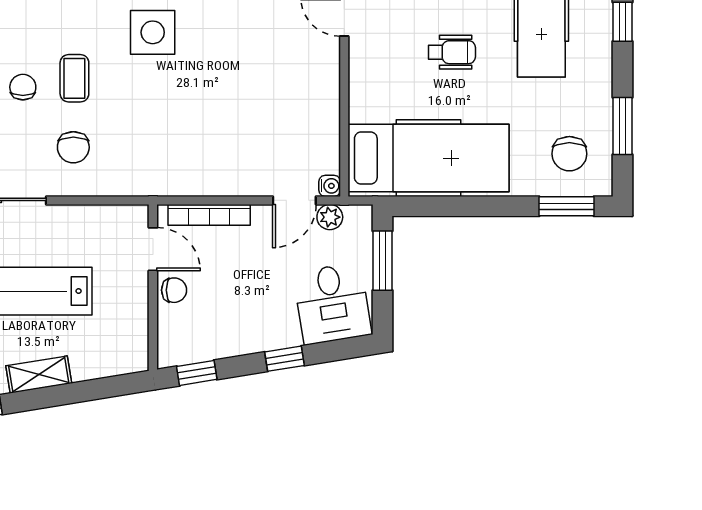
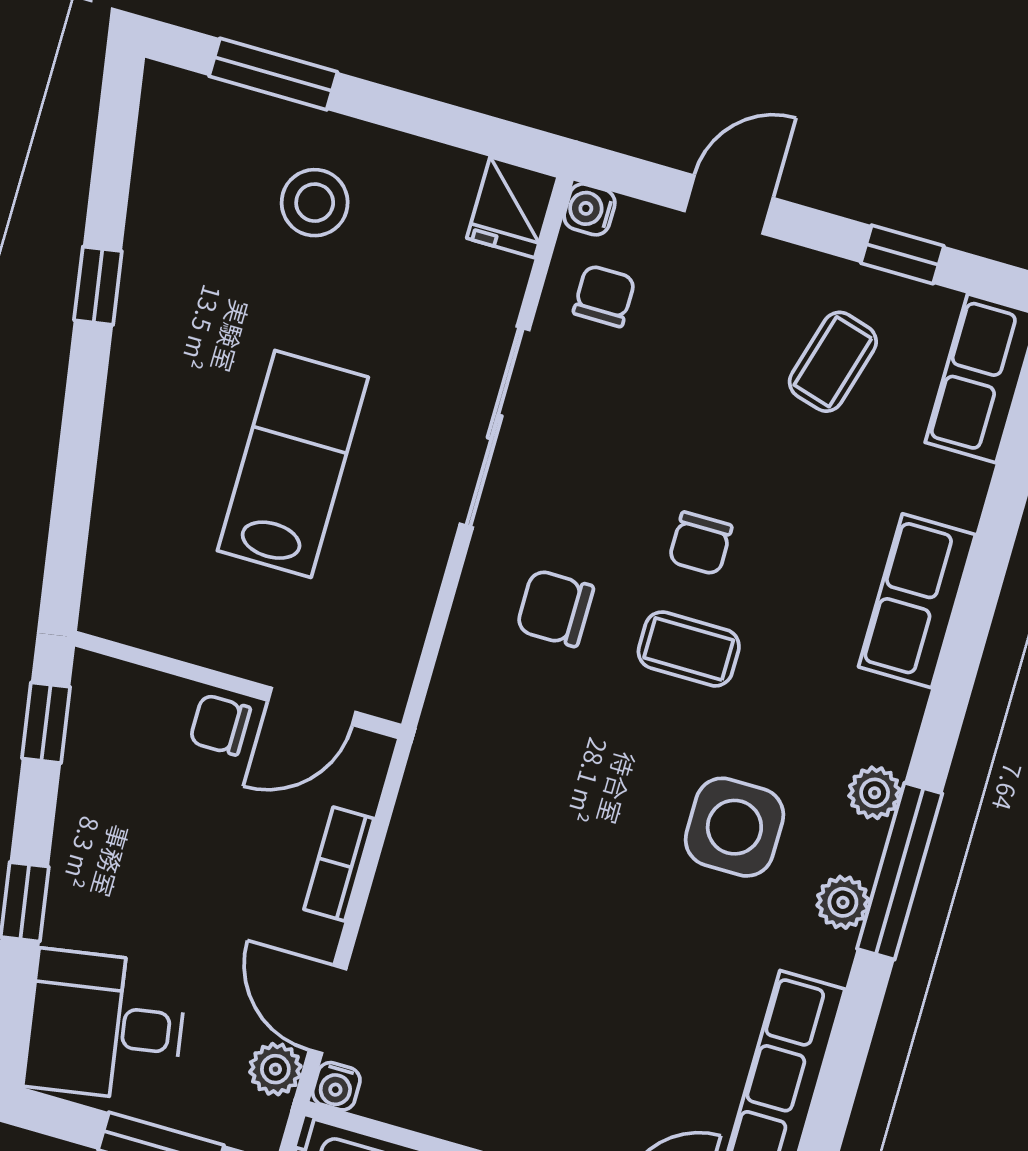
chair: (23, 87) -> (700, 543), turned 90
bookcase: (209, 215) -> (339, 864), width x0.64
chair: (174, 290) -> (220, 725), turned 90
shelving: (39, 375) -> (131, 414), removed

